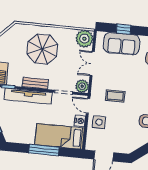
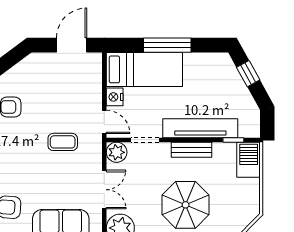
side table: (99, 122) -> (84, 98), removed

